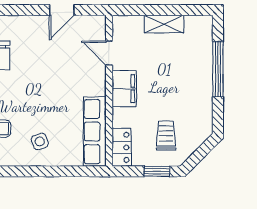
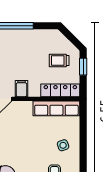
filing cabinet: (124, 89) -> (22, 89), width x0.50
locker: (122, 147) -> (60, 90), width x1.53

